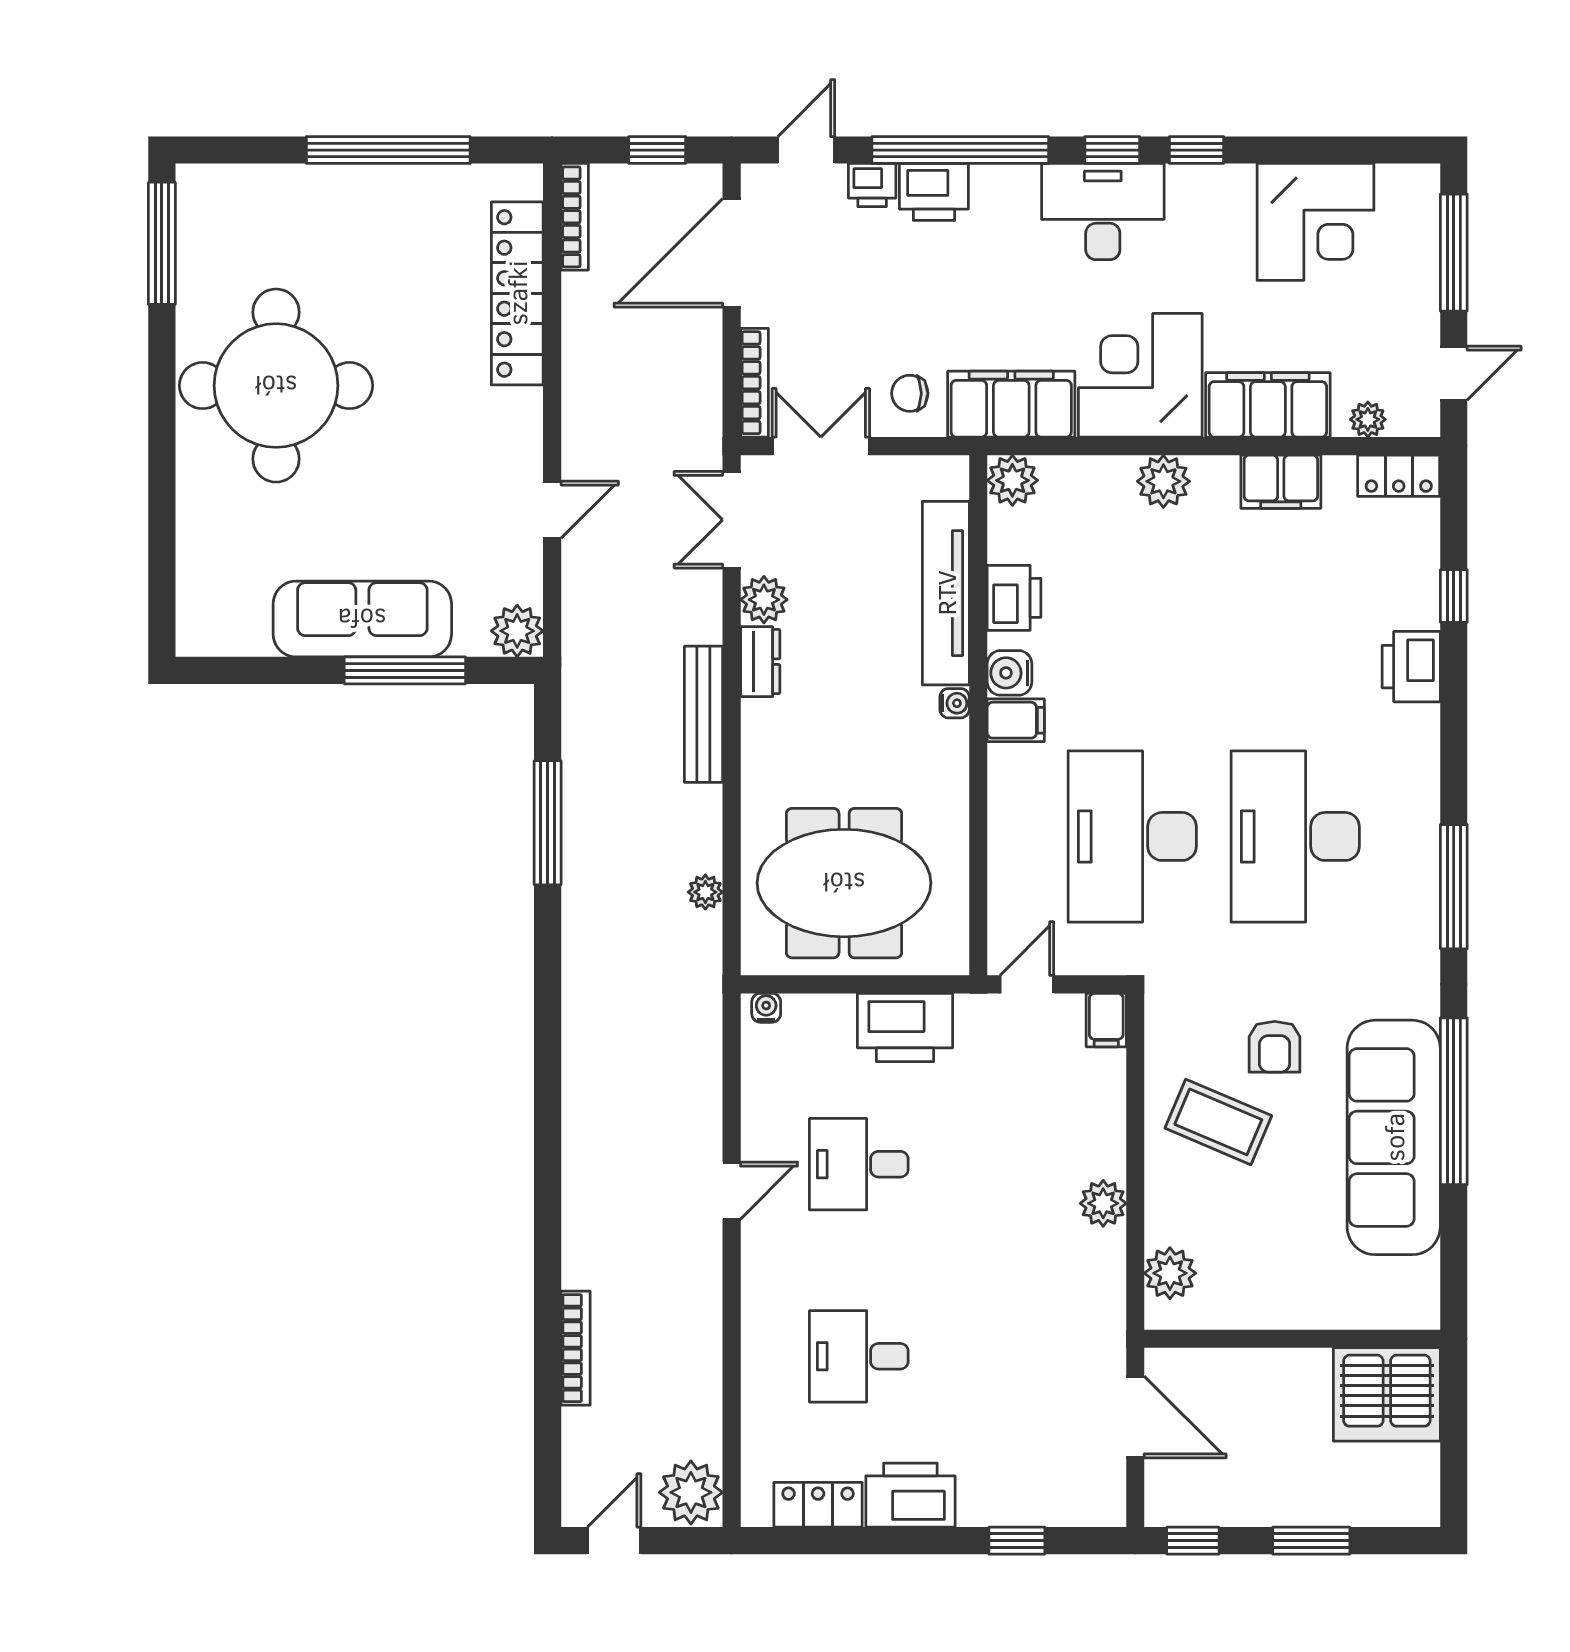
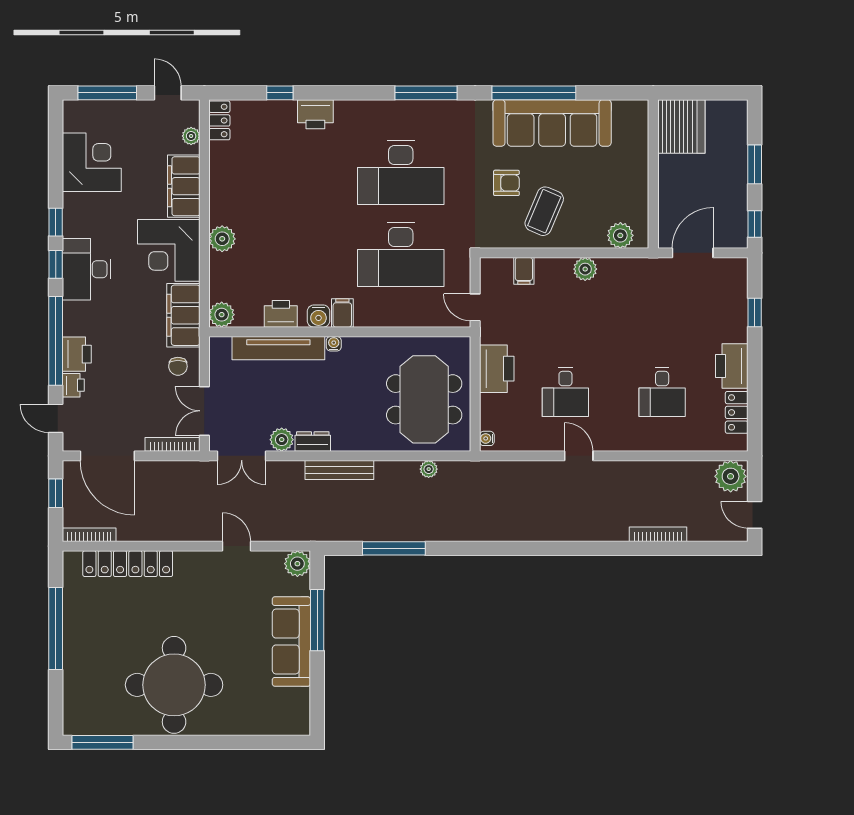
filing cabinet: (1281, 482) -> (222, 180), removed
filing cabinet: (1106, 1020) -> (524, 271), moved, turned 90

